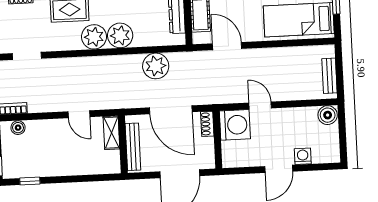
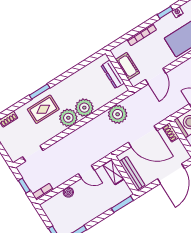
door: (227, 46) -> (156, 76), swing flipped
boiler: (18, 128) -> (68, 192), moved
window: (100, 178) -> (122, 204), added

